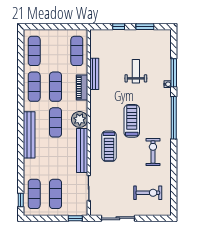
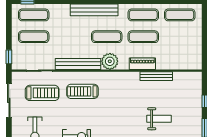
exercise mat: (77, 51) -> (180, 59), removed
treadmill: (132, 121) -> (42, 93), moved

